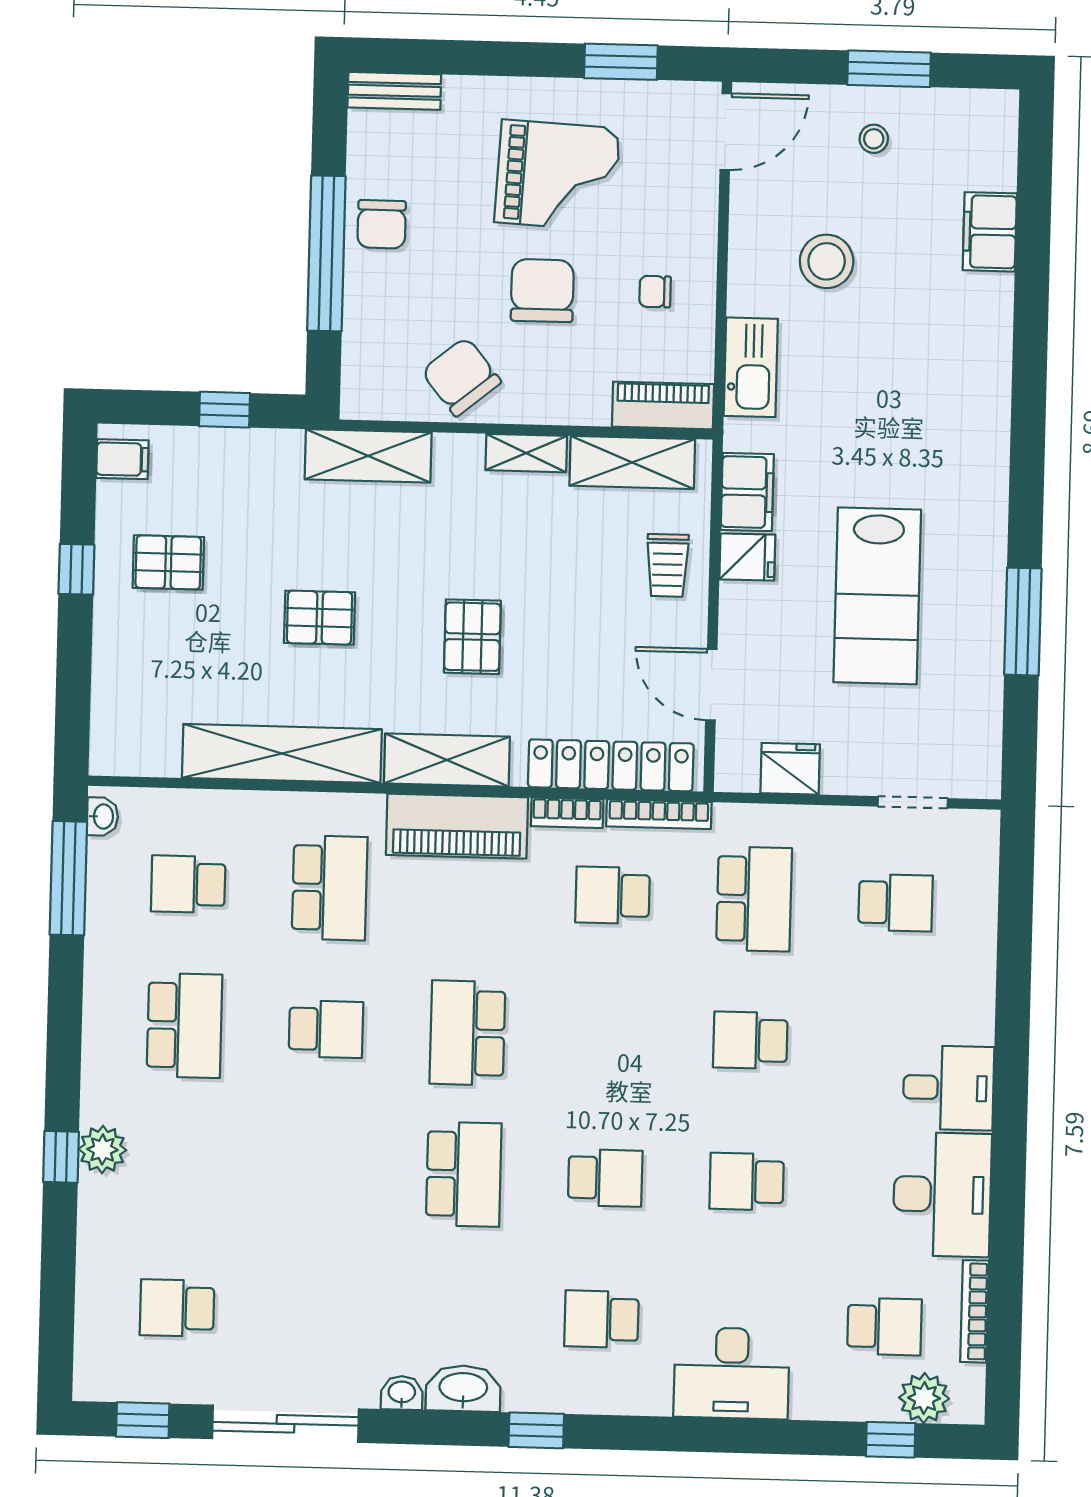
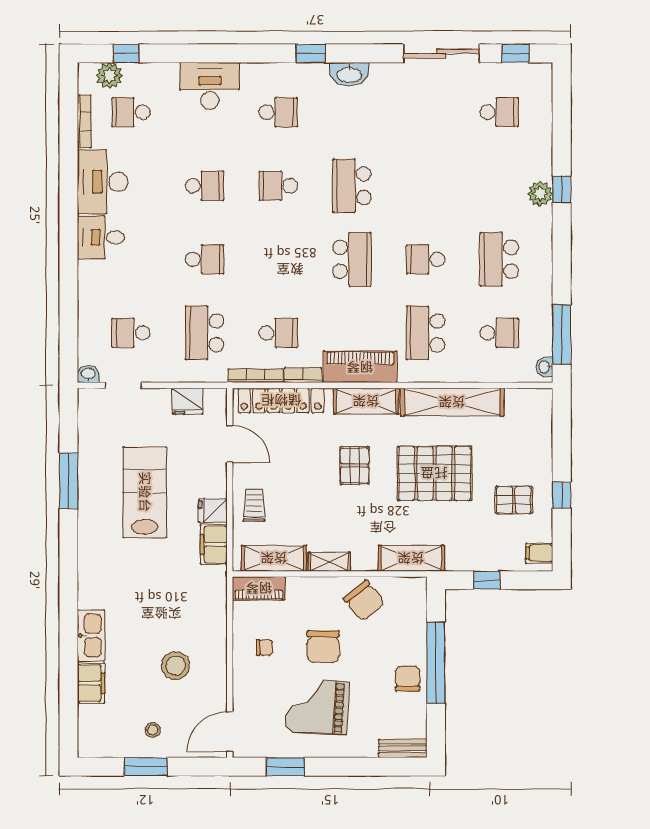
kitchen sink: (751, 367) -> (91, 635), moved, turned 180
pallet: (319, 618) -> (434, 473), width x2.05, depth x2.00
washbasin: (402, 1393) -> (88, 374), moved, turned 180

